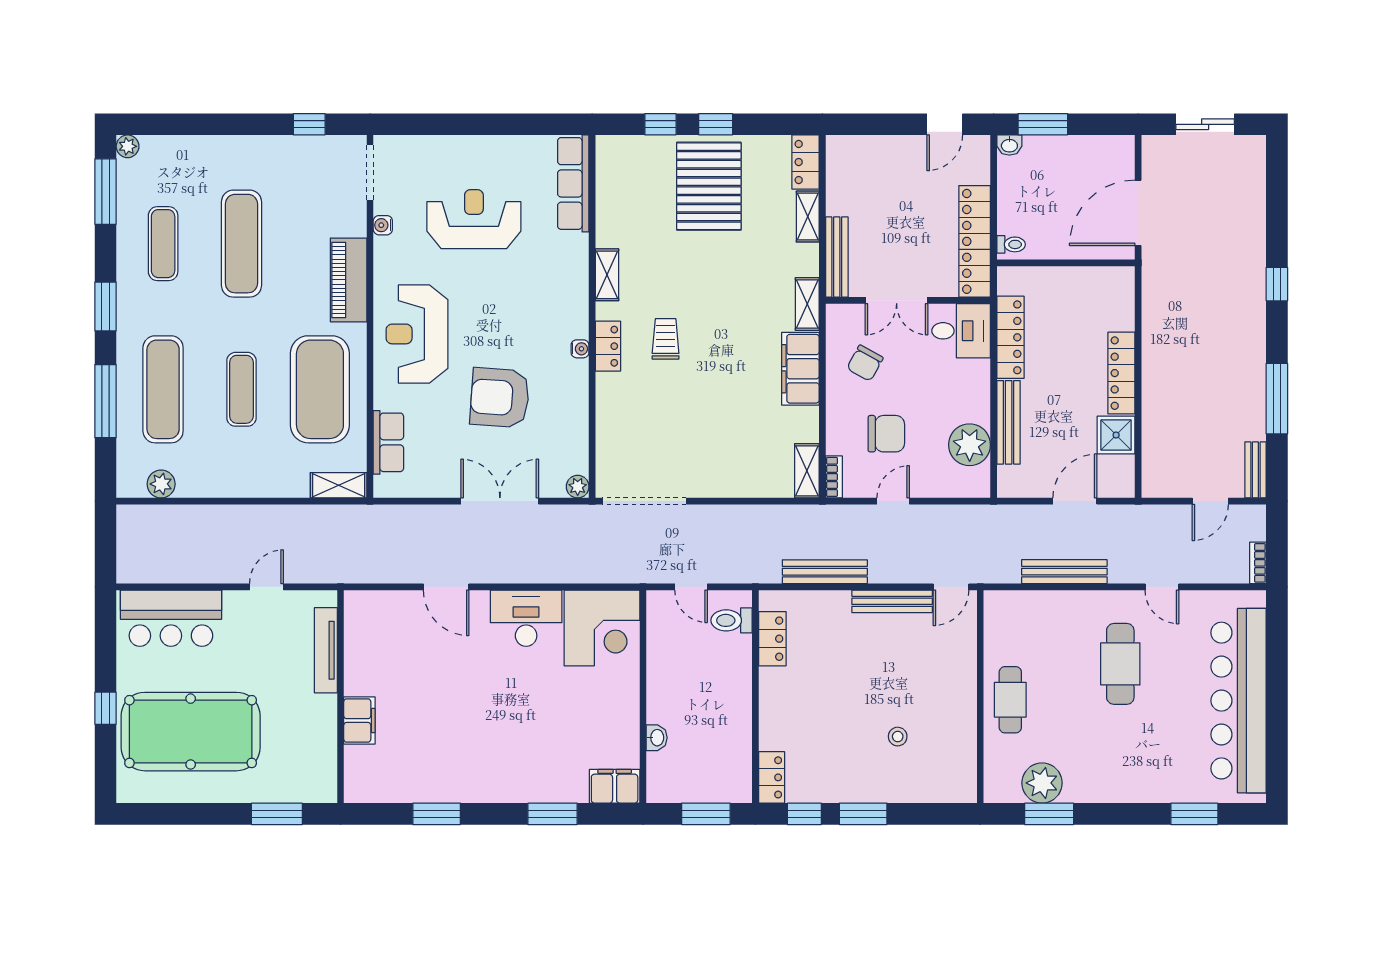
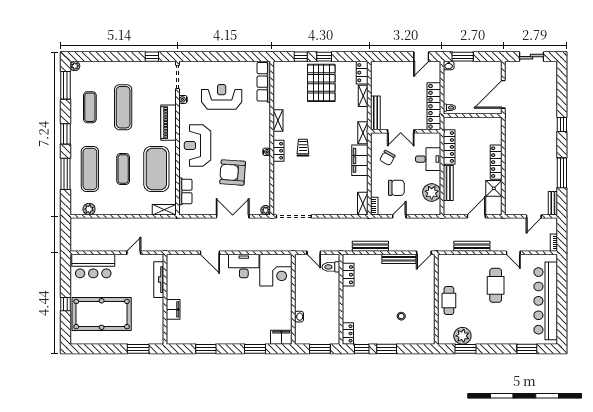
desk: (961, 331) -> (428, 159), moved

